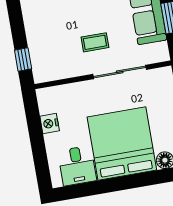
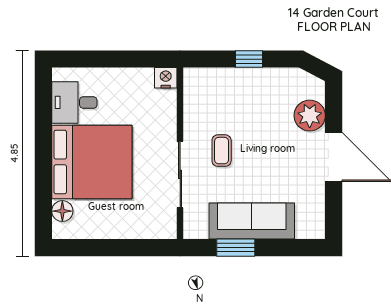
window: (23, 60) -> (249, 59), moved
nightstand: (50, 123) -> (166, 78), moved

